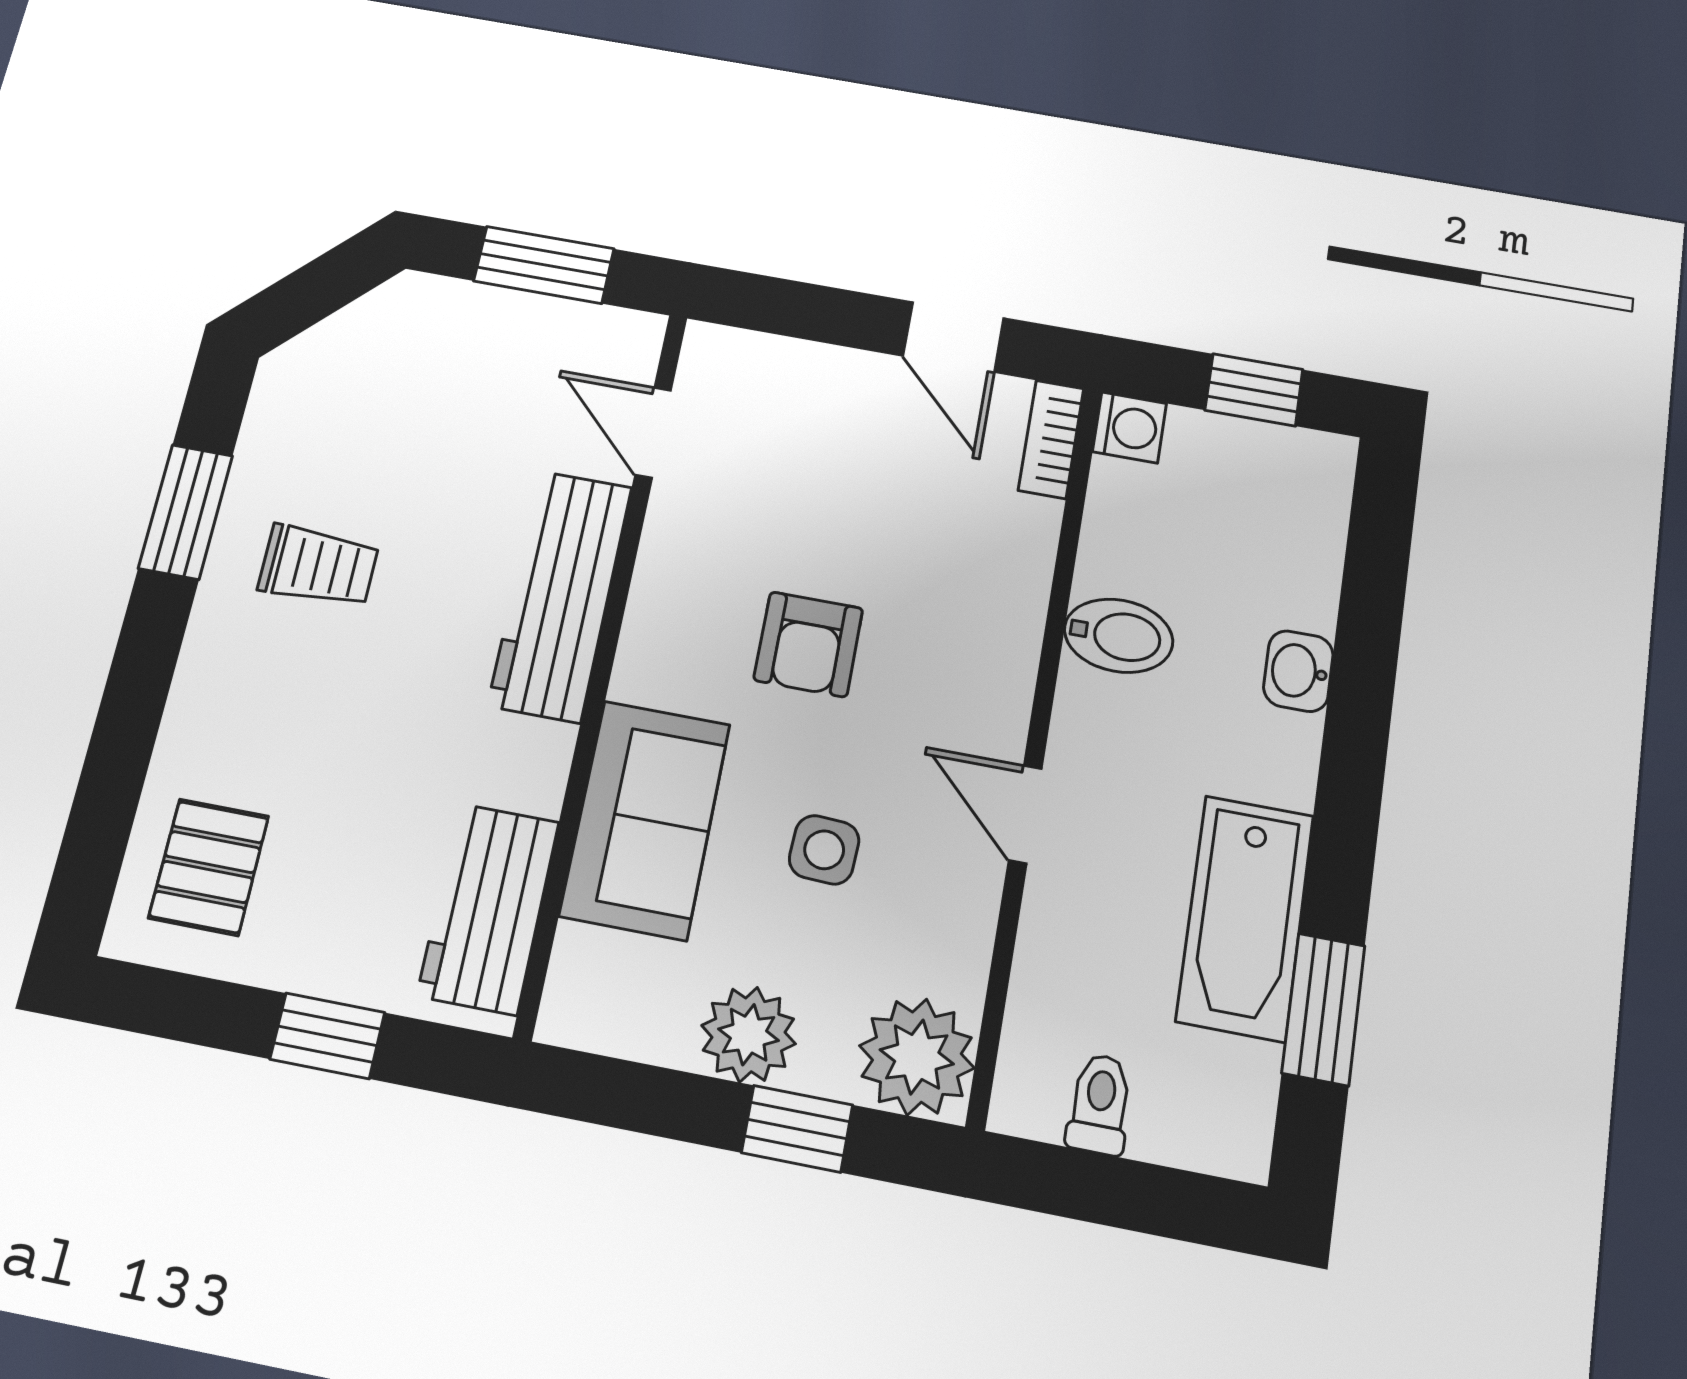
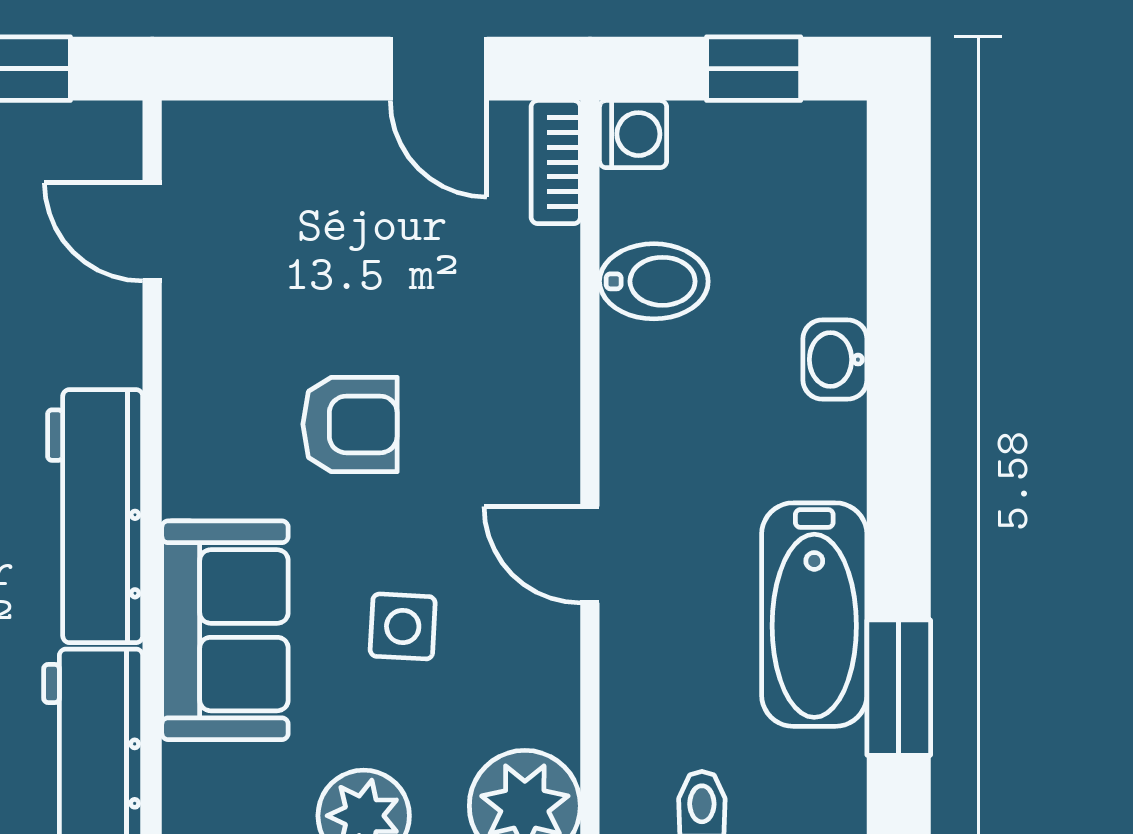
workbench: (560, 596) -> (95, 516), moved
bidet: (1119, 636) -> (654, 281), moved
armchair: (808, 644) -> (350, 424), turned -90

